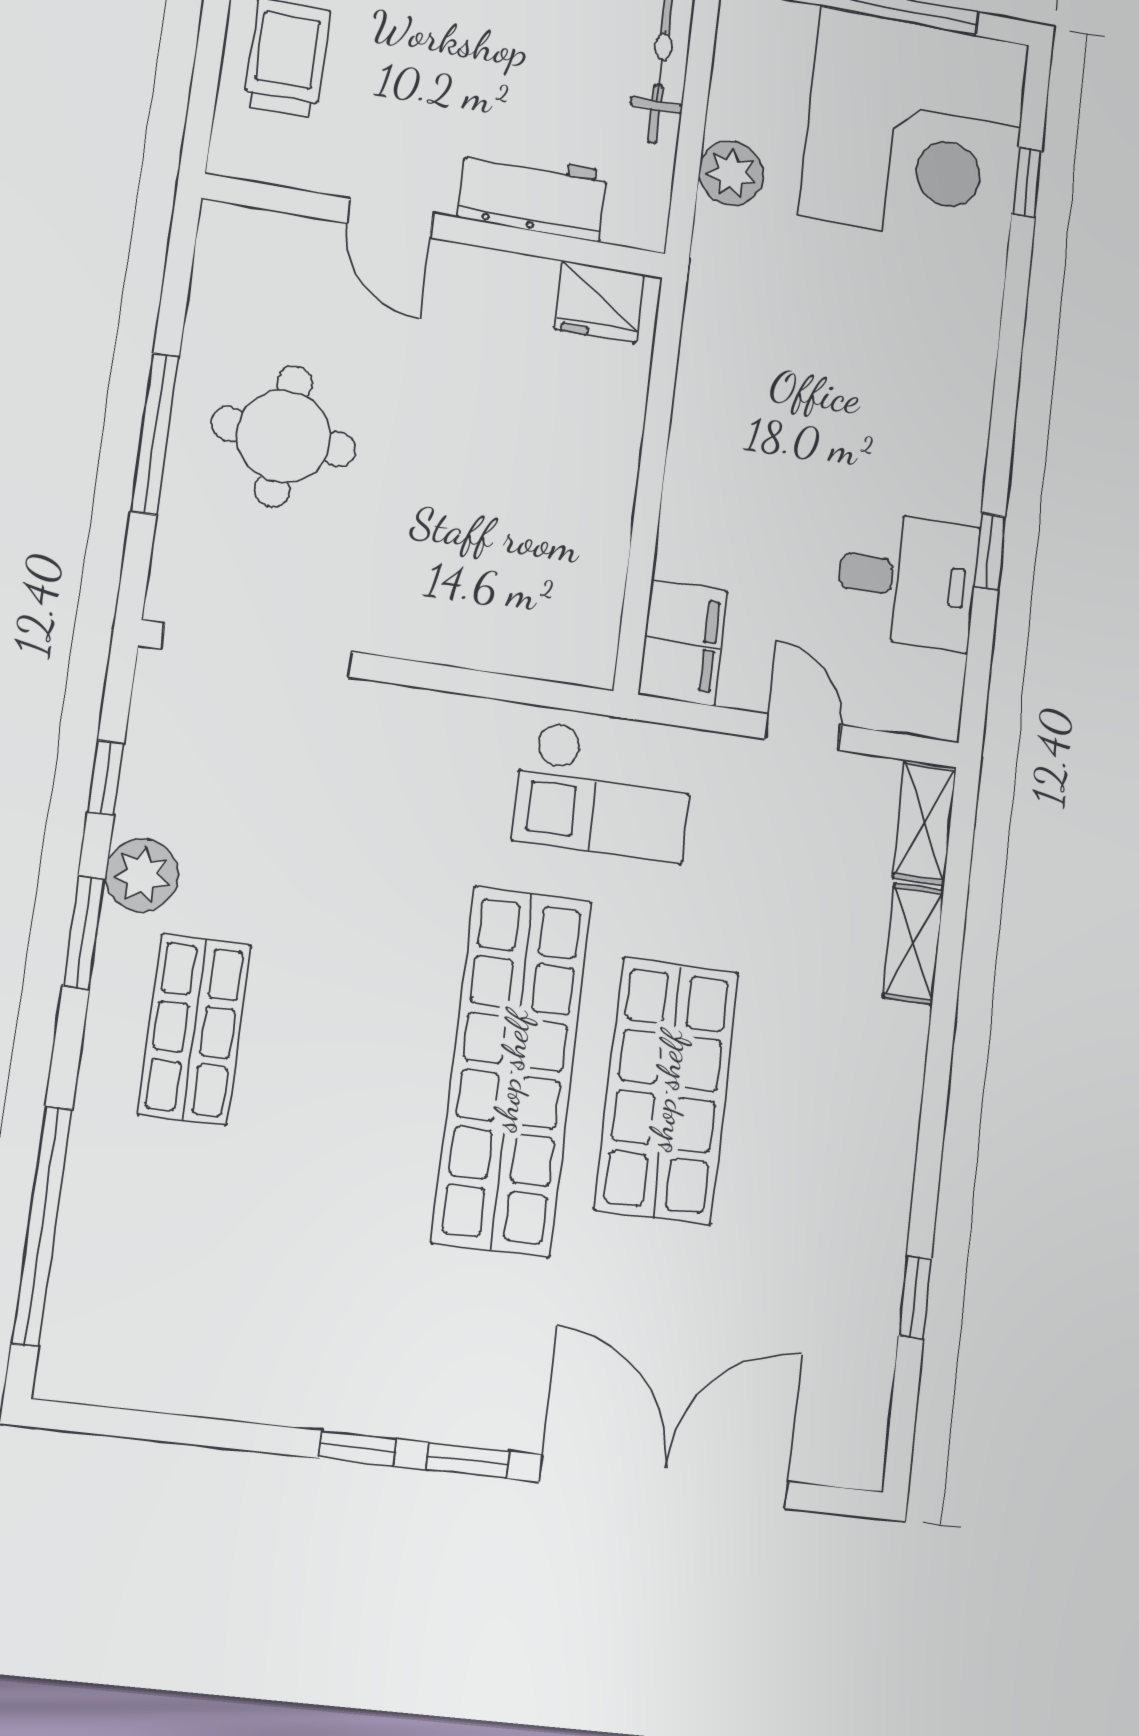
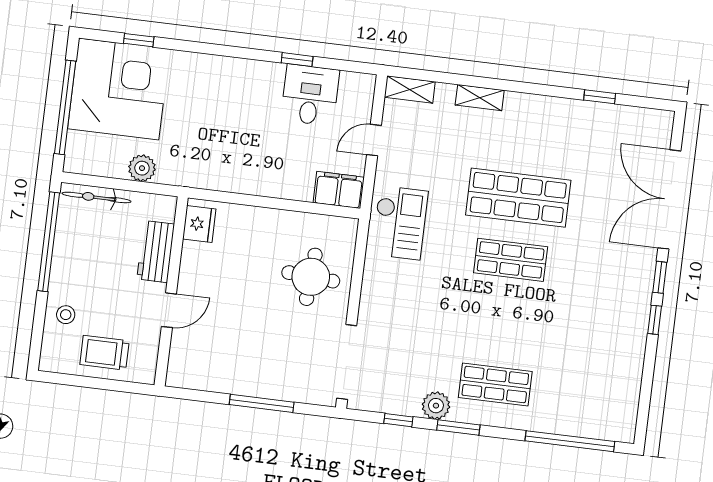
round table: (283, 436) -> (311, 277), moved
shelving: (913, 944) -> (480, 98), moved
shop shelf: (512, 1071) -> (511, 260), width x0.50, depth x0.74

